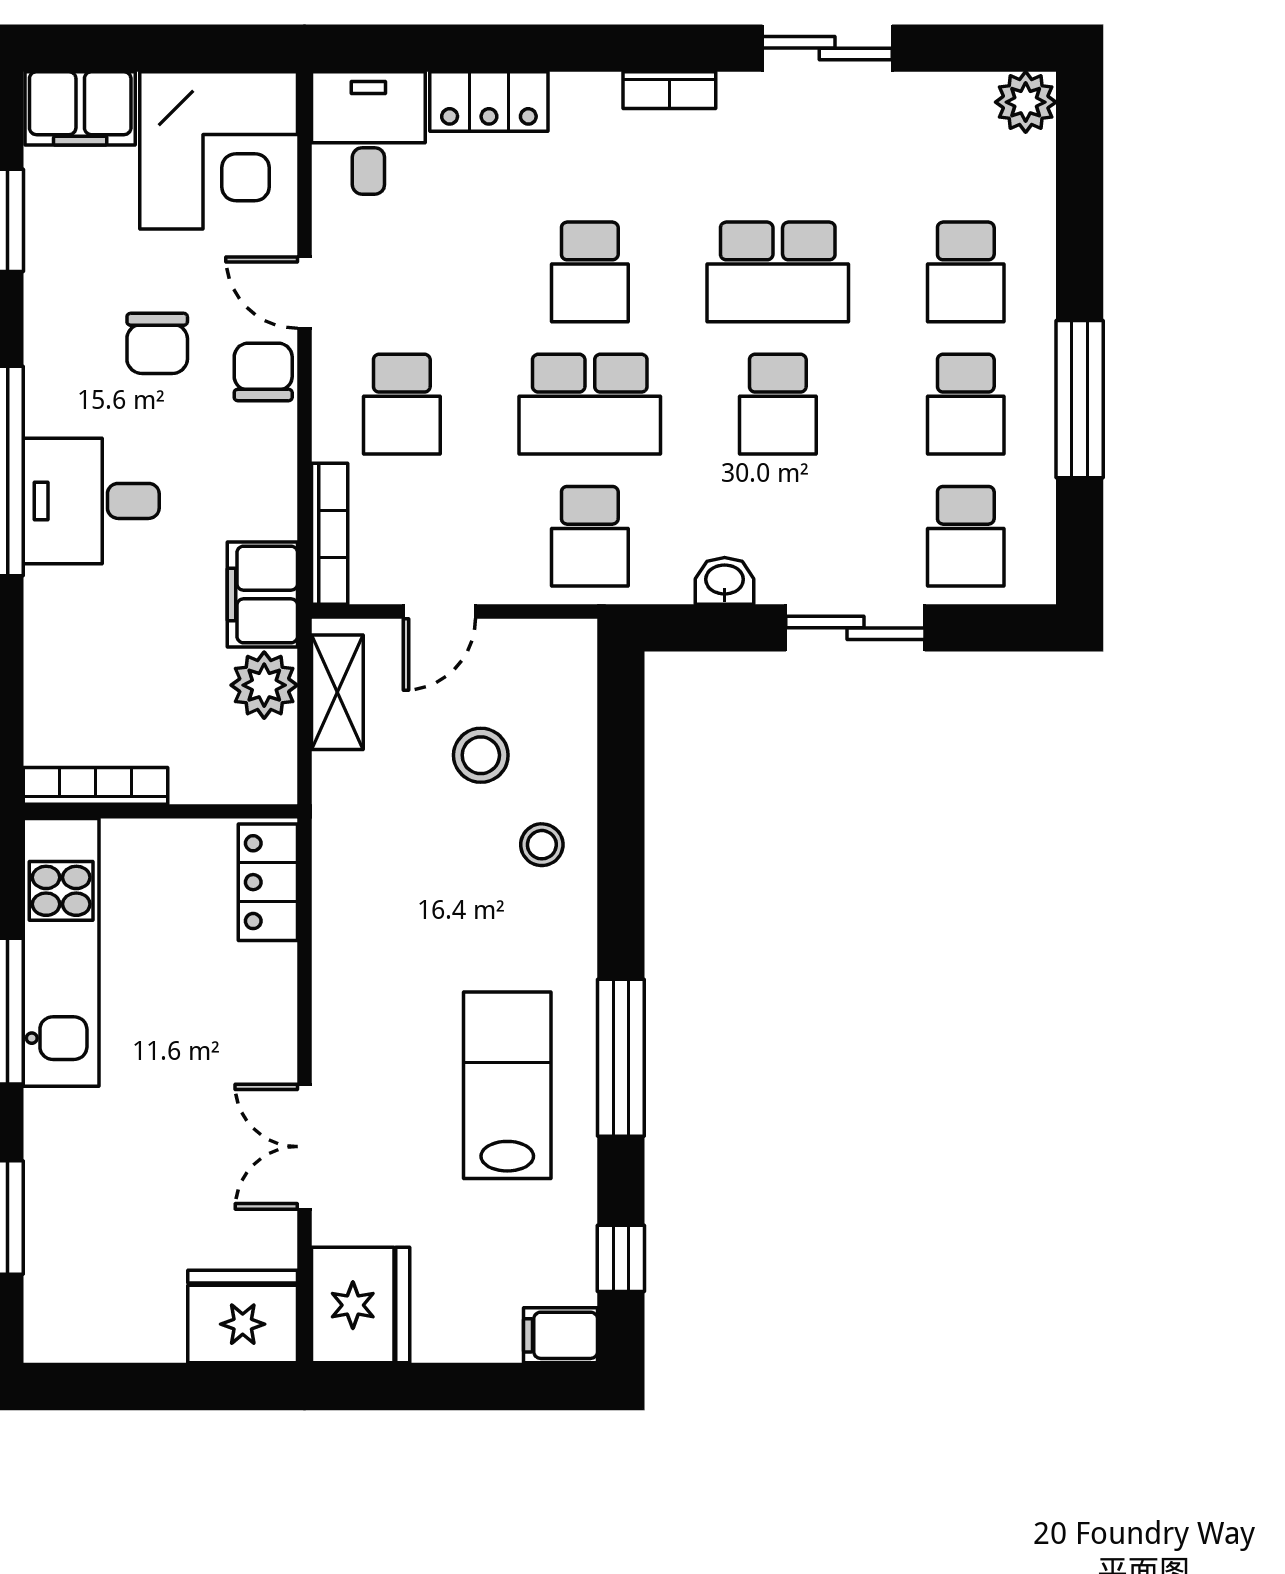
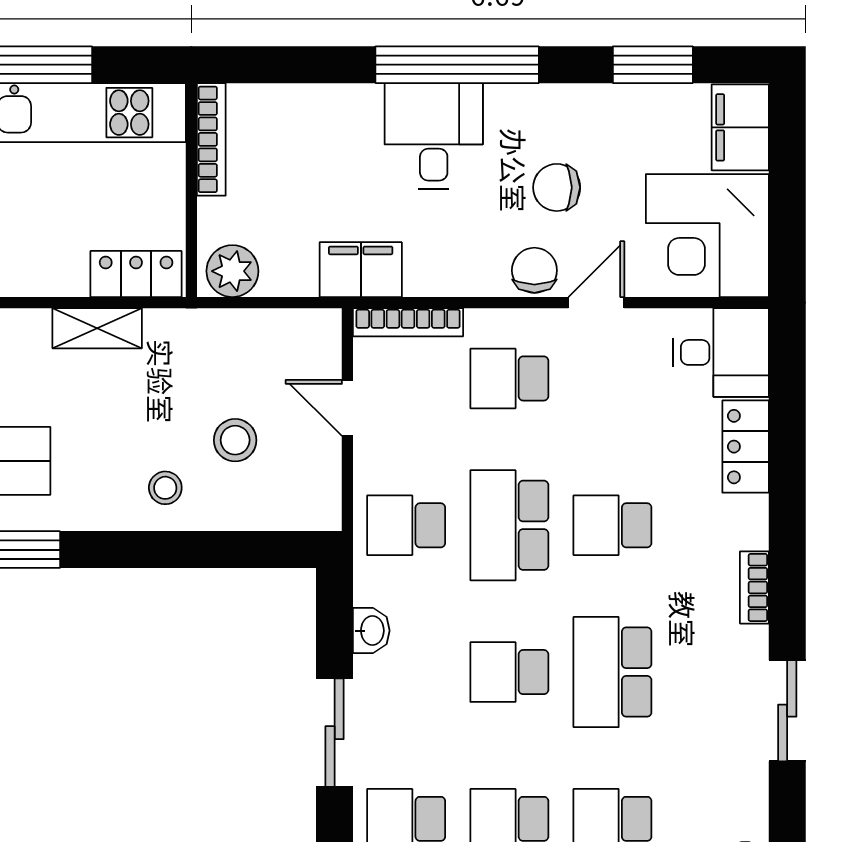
chair: (263, 372) -> (534, 270), turned -90
plant: (264, 685) -> (232, 271), moved
shelving: (337, 692) -> (97, 328), moved

